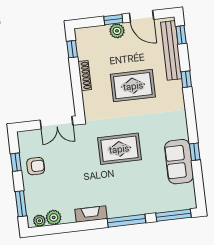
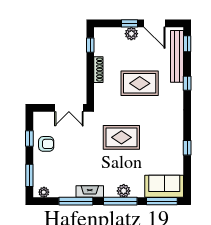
sofa: (179, 162) -> (164, 186), moved, turned 90
plant: (54, 217) -> (124, 191), moved
window: (77, 227) -> (76, 201), added

